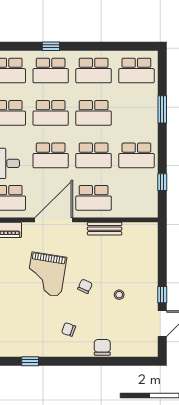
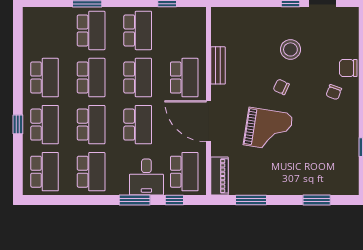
school desk: (136, 70) -> (91, 30), moved
stool: (119, 295) -> (290, 49), width x1.89, depth x1.89
chair: (69, 329) -> (334, 92), moved

